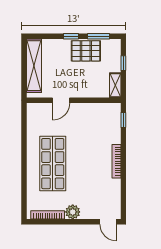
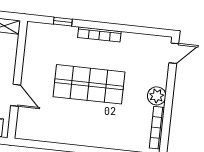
window: (123, 120) -> (63, 22), moved
shop shelf: (53, 164) -> (89, 84), moved

